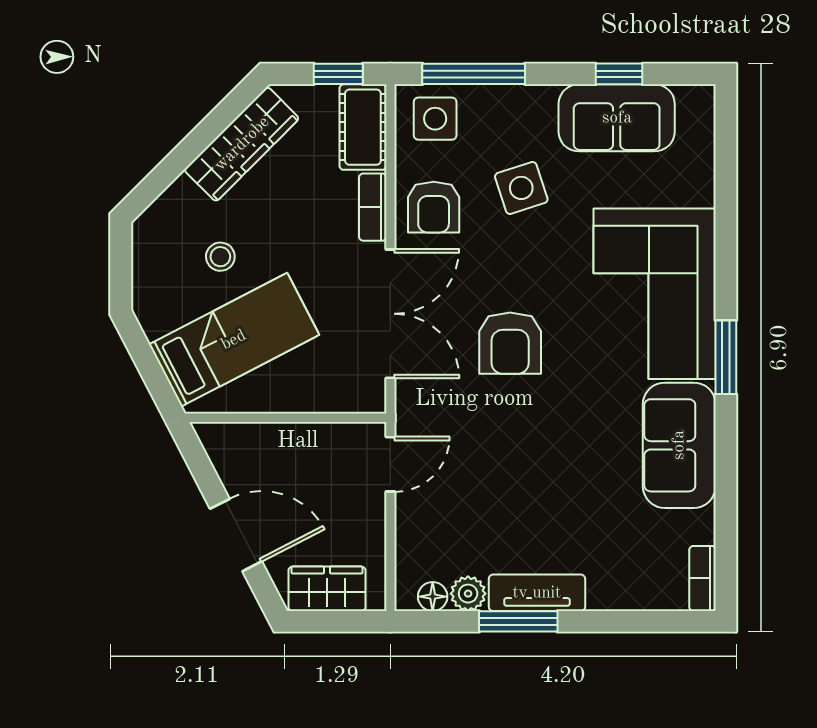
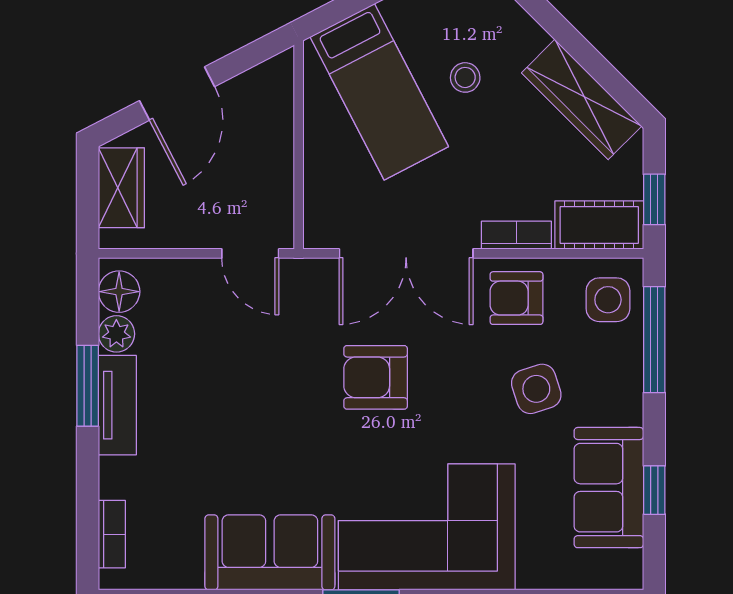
bookcase: (702, 578) -> (112, 534), moved, turned 90
floor lamp: (433, 597) -> (119, 292), width x1.37, depth x1.37

